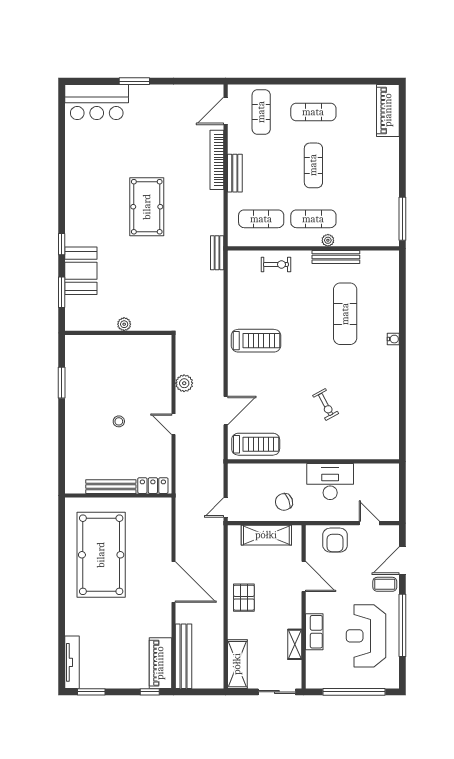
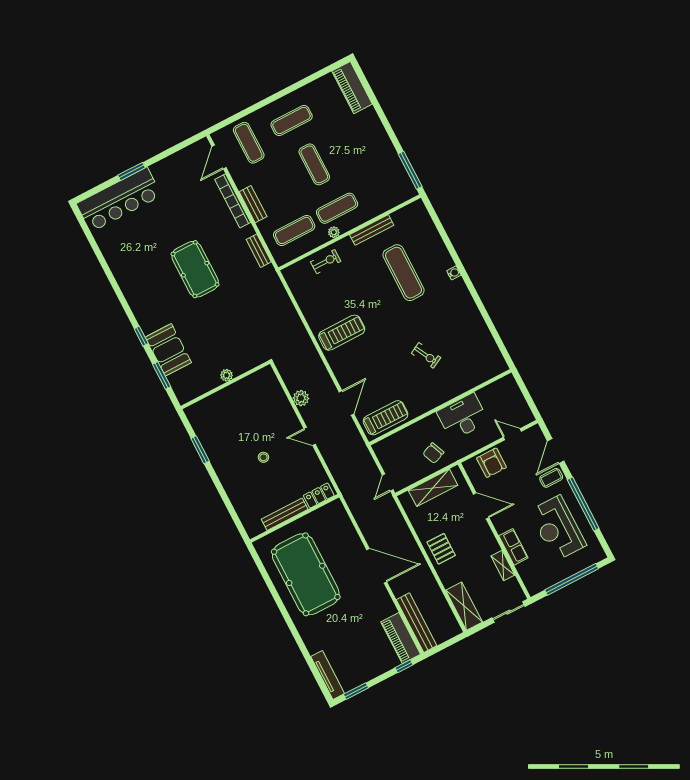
bar counter: (97, 102) -> (119, 200), width x1.36
plant: (328, 240) -> (334, 232), moved
bench: (217, 253) -> (259, 251), moved

